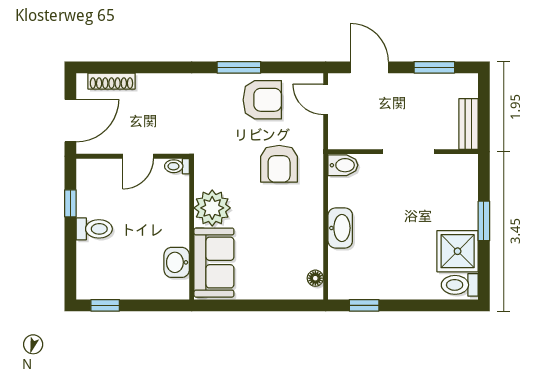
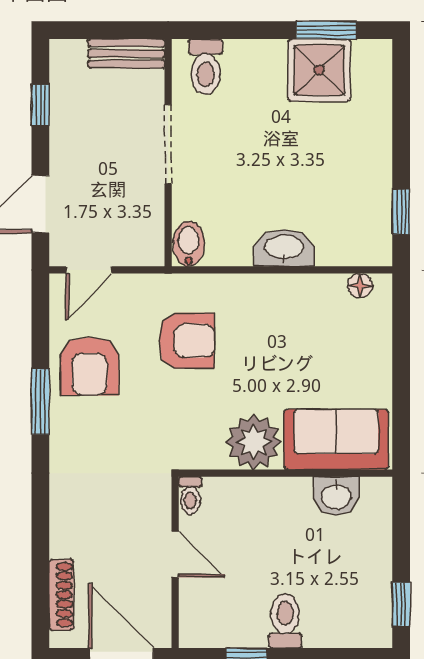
window: (434, 67) -> (40, 105), width x0.67
armchair: (262, 100) -> (90, 366), turned 180
window: (484, 221) -> (326, 30), moved
toilet: (460, 285) -> (206, 67), moved

